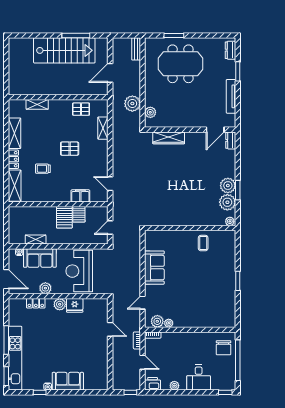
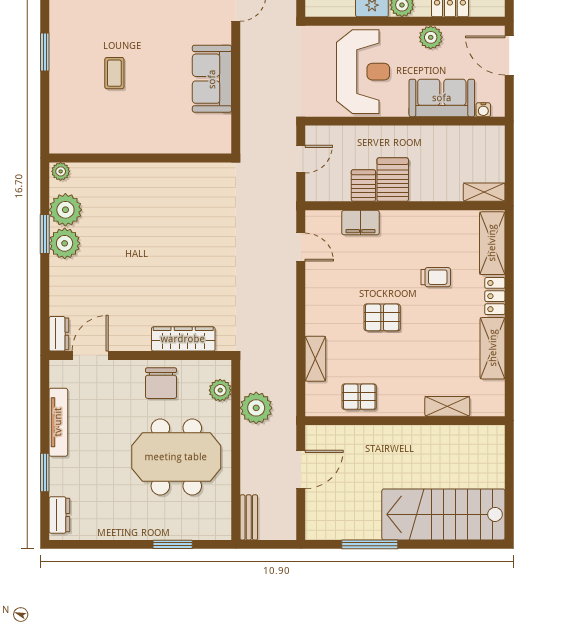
stairs: (64, 50) -> (443, 514), moved
meeting table: (181, 64) -> (176, 457), moved
chair: (180, 116) -> (161, 383), added
shelving: (36, 240) -> (484, 192), moved
coffee table: (203, 243) -> (114, 73), moved

